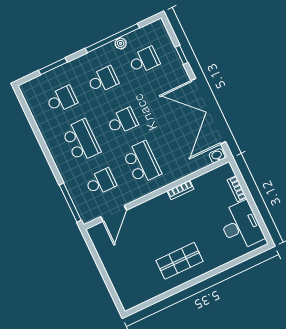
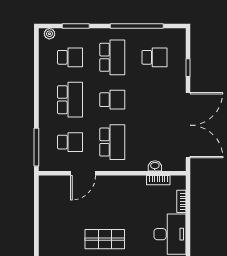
plant: (121, 43) -> (49, 34), moved
school desk: (103, 80) -> (112, 57), width x1.85
double door: (208, 111) -> (188, 125), swing flipped
washbasin: (217, 156) -> (155, 166), moved
bookcase: (180, 190) -> (158, 180), moved
door: (114, 213) -> (83, 173), moved

